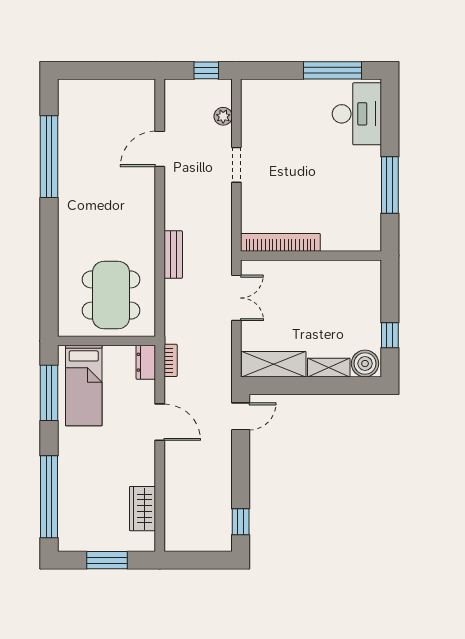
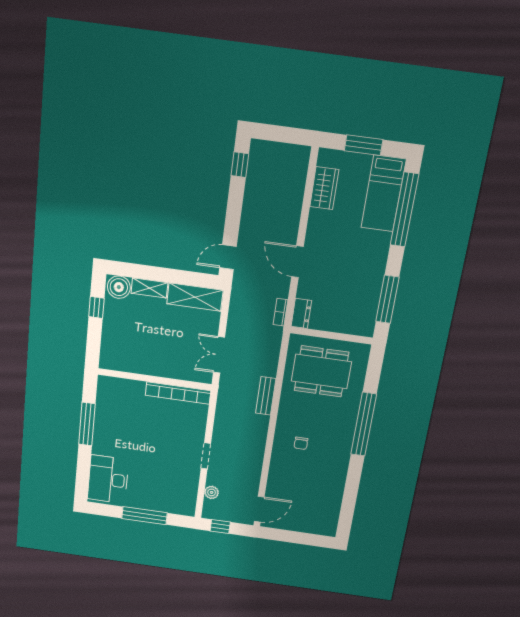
window: (332, 70) -> (144, 516), moved
door: (160, 149) -> (259, 509), moved
window: (49, 157) -> (364, 424), moved
chair: (121, 200) -> (301, 443), added
dining table: (111, 295) -> (321, 371), turned 90
bed: (84, 385) -> (383, 194), moved, turned 180

